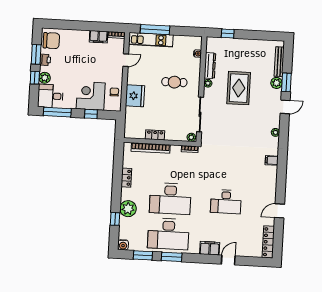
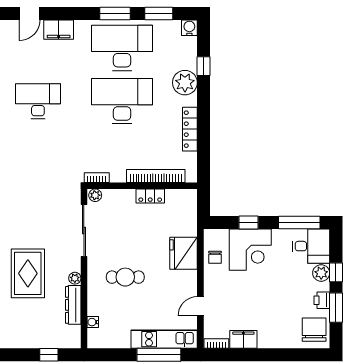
chair: (51, 41) -> (314, 330), turned 90
locker: (126, 178) -> (190, 129), width x1.53

